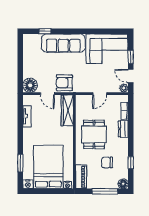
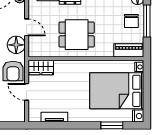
floor lamp: (30, 85) -> (16, 45), moved
door: (47, 94) -> (27, 92), swing flipped
wardrobe: (67, 110) -> (41, 67), width x0.67
chair: (107, 162) -> (131, 21), moved

